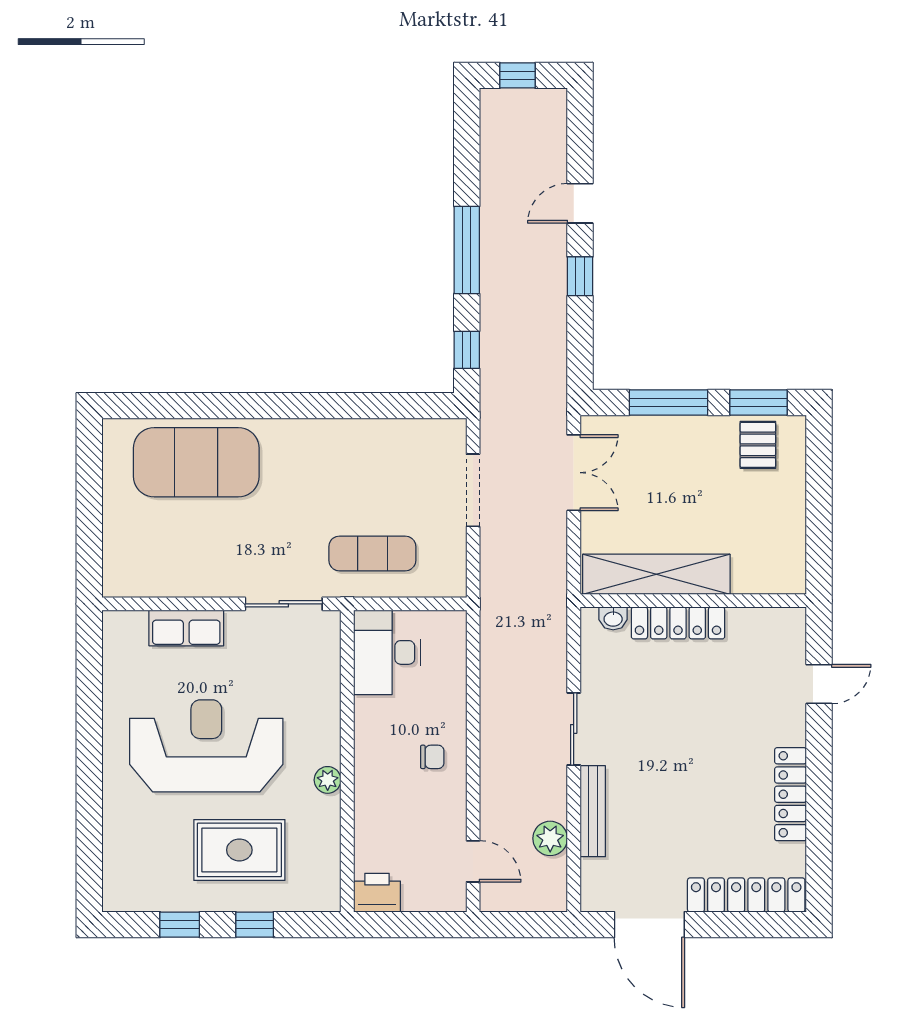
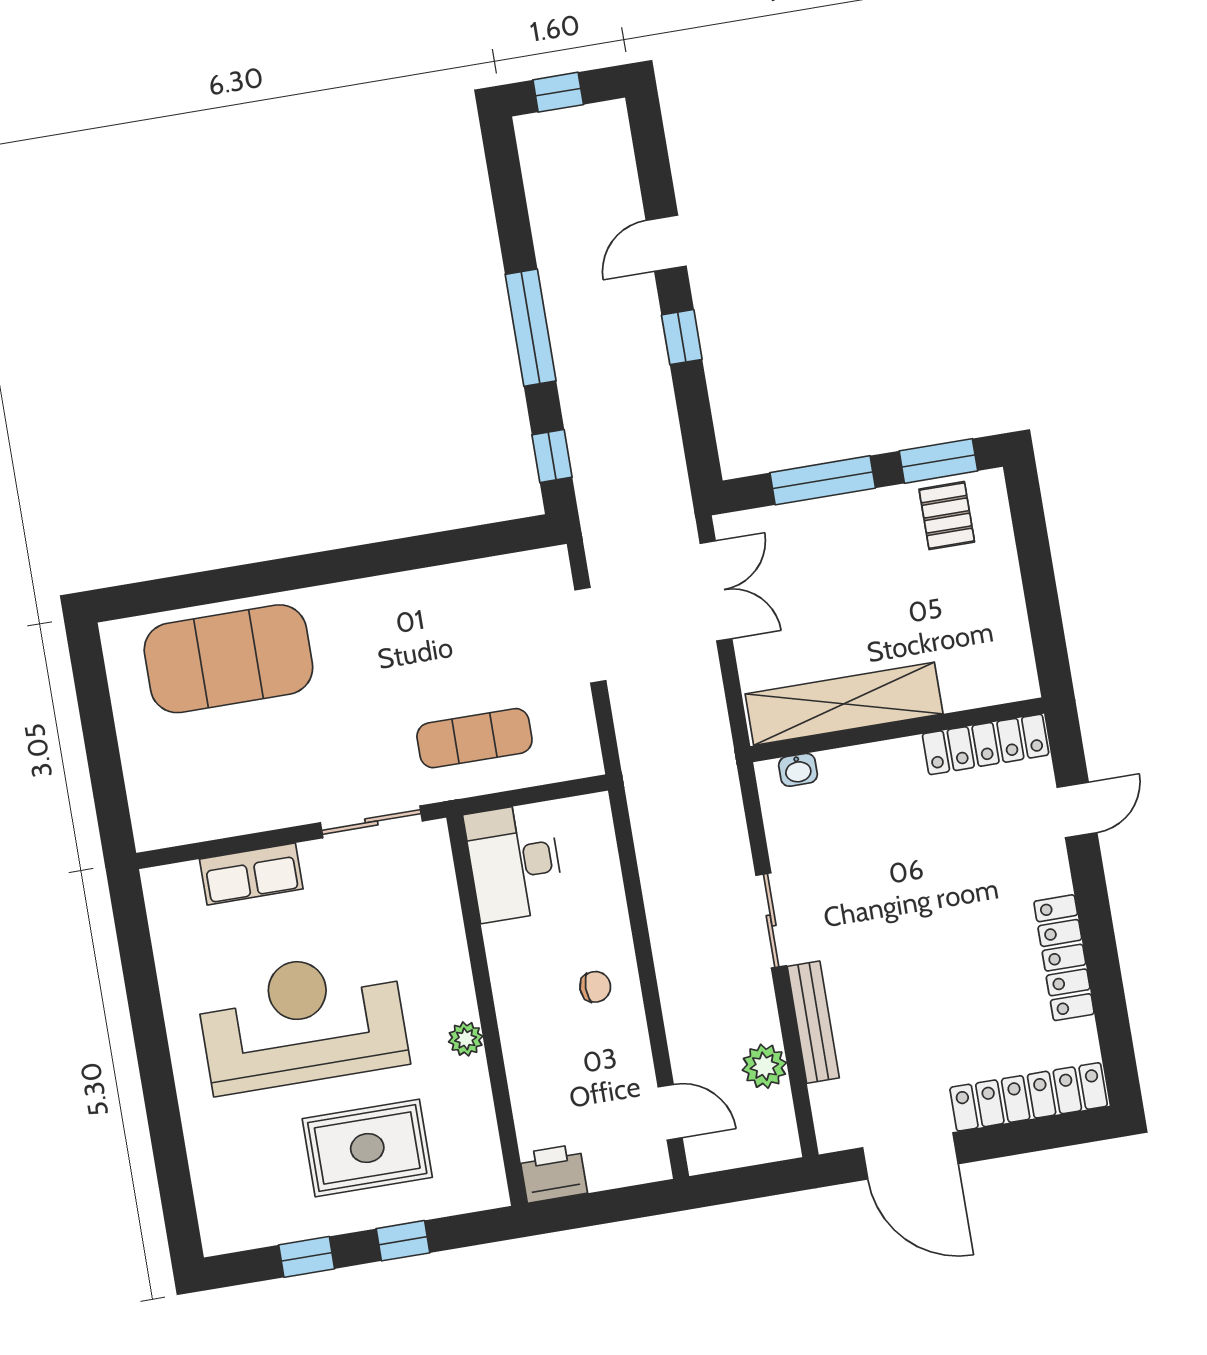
locker: (678, 623) -> (986, 744), moved

